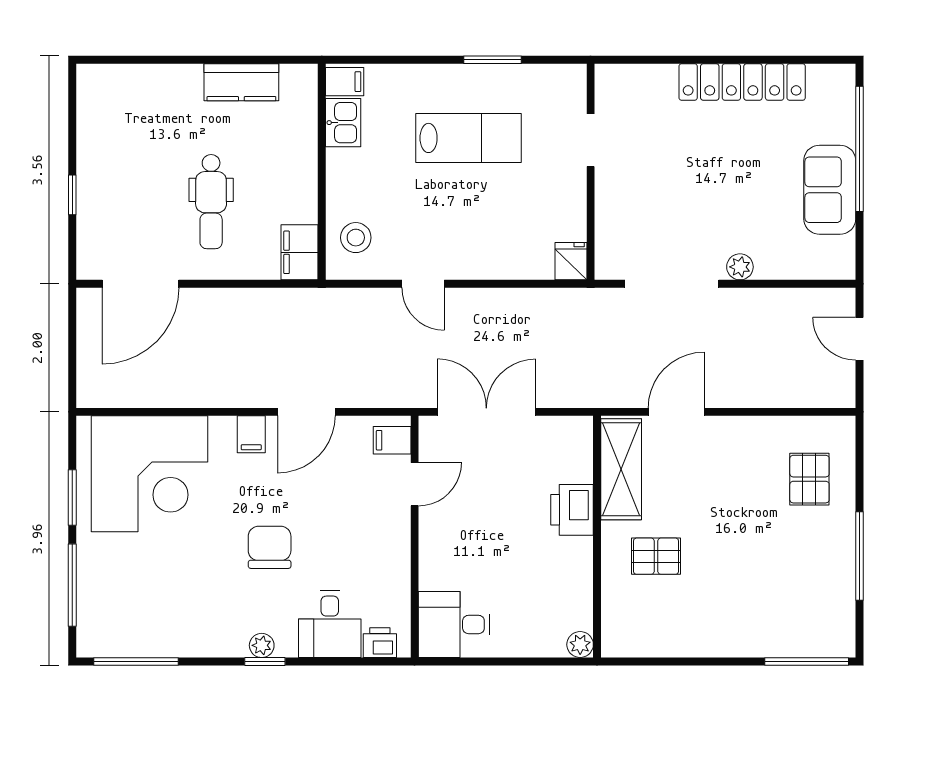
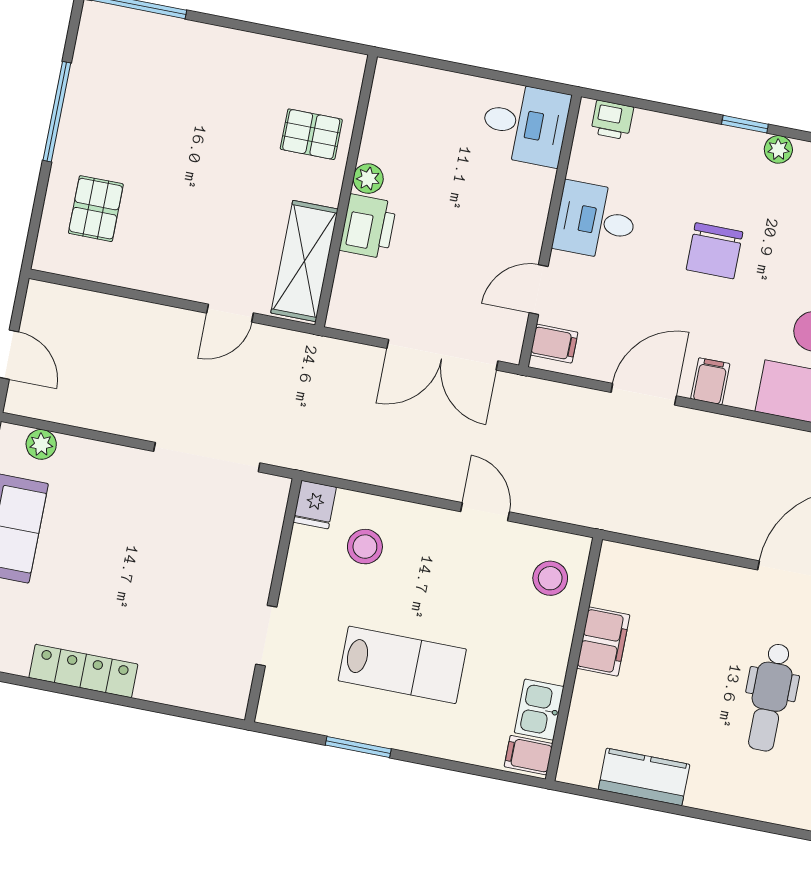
locker: (742, 82) -> (83, 671), width x0.71, depth x0.83
lab bench: (469, 138) -> (402, 665), turned 180
dental chair: (211, 202) -> (770, 697), moved, turned 180
stool: (521, 234) -> (365, 547), added
filing cabinet: (299, 252) -> (603, 641), moved
plant: (740, 267) -> (41, 444), moved
door: (676, 412) -> (230, 313), width x0.73
pallet: (656, 556) -> (311, 134), moved
desk: (330, 624) -> (595, 221), moved, turned -90
plant: (262, 645) -> (778, 149), moved
plant: (580, 645) -> (368, 179), moved

